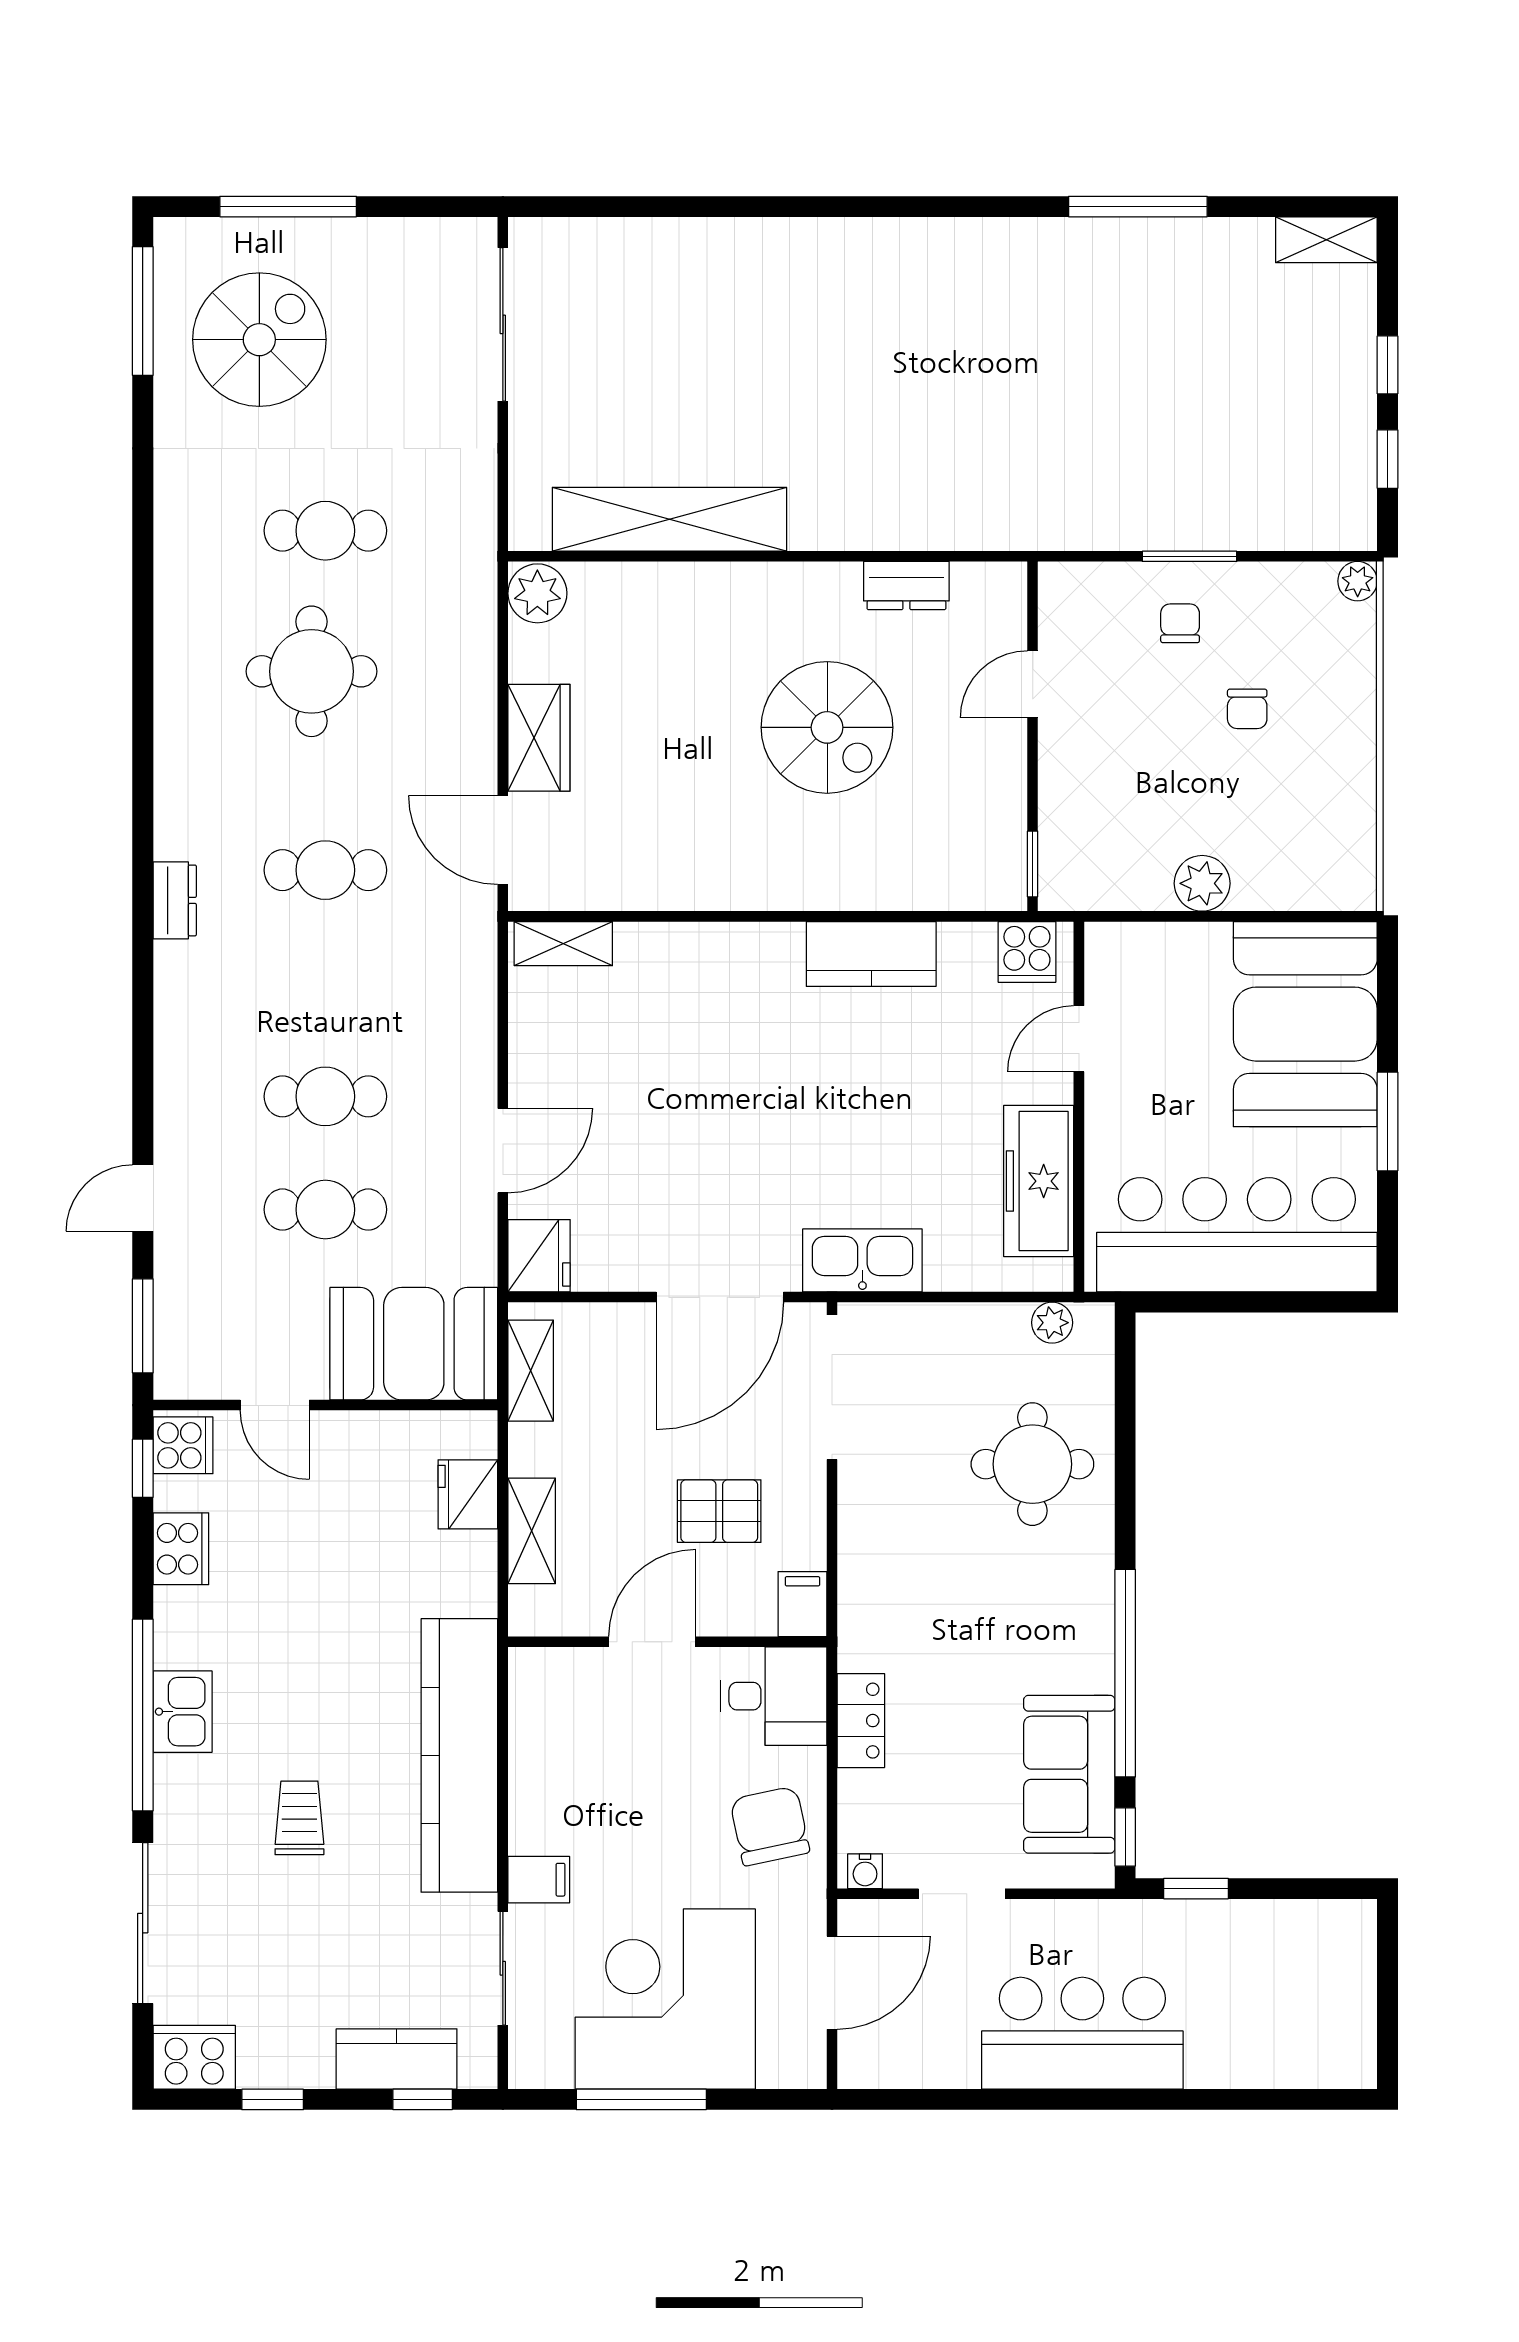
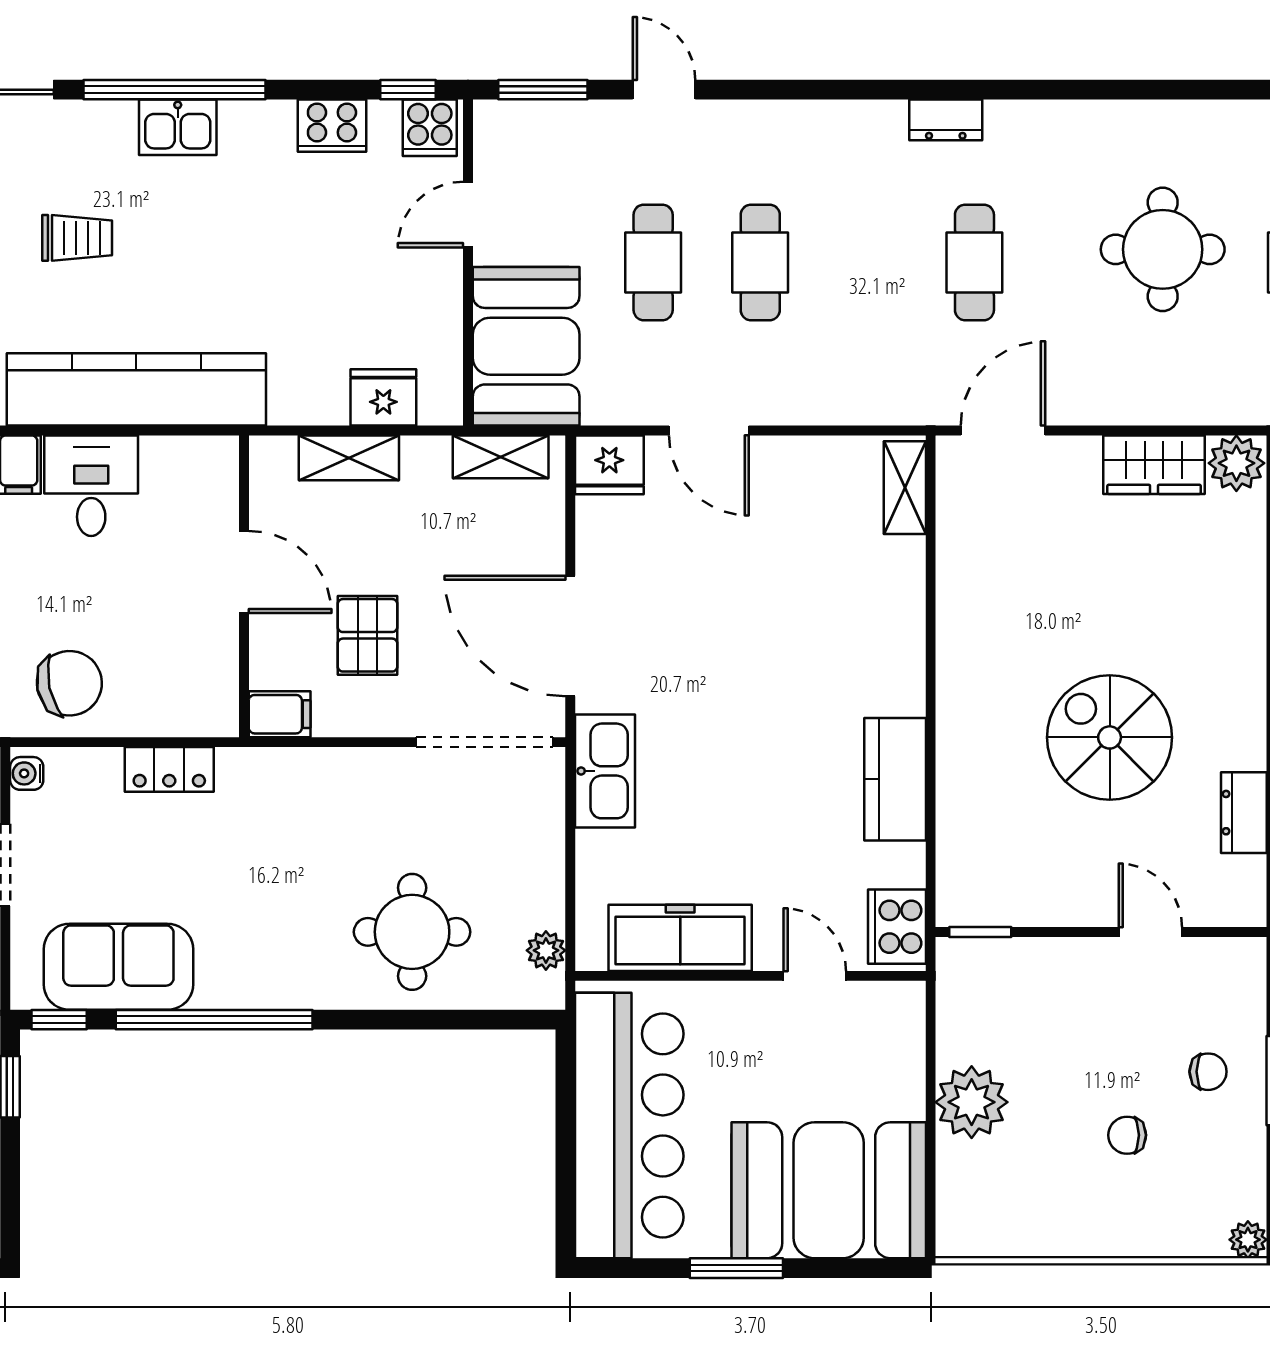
spiral stairs: (827, 727) -> (1110, 737), turned 90
wardrobe: (539, 738) -> (1154, 465), moved
plant: (1202, 883) -> (972, 1102), width x1.36, depth x1.36
cooker: (1027, 952) -> (897, 927), width x1.36
desk: (774, 1696) -> (91, 486), moved, turned 180

